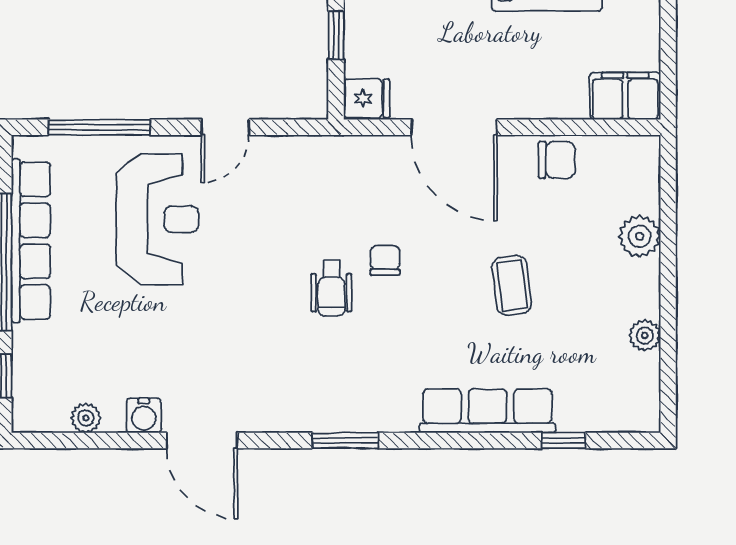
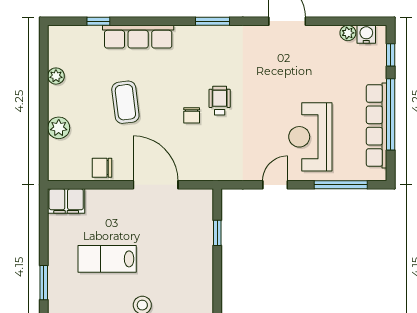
fridge: (367, 98) -> (201, 200), removed
coffee table: (512, 285) -> (125, 102), width x1.36, depth x1.30
water cooler: (144, 416) -> (366, 34), moved

